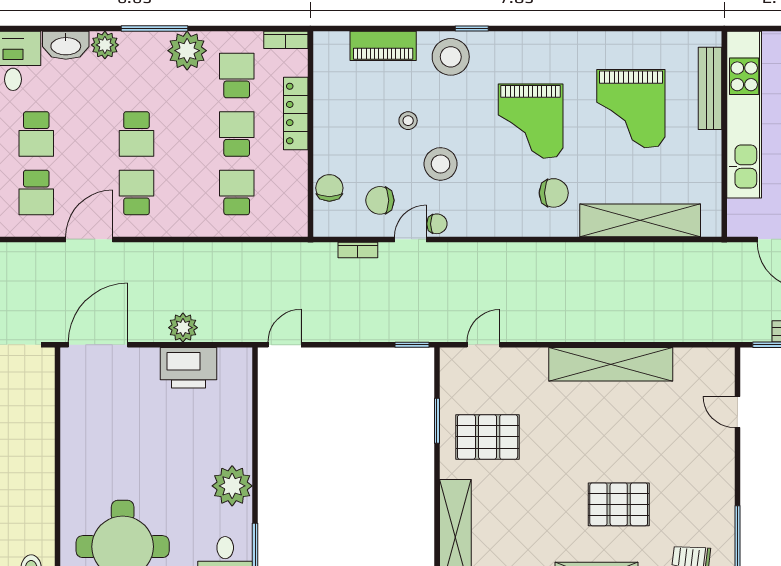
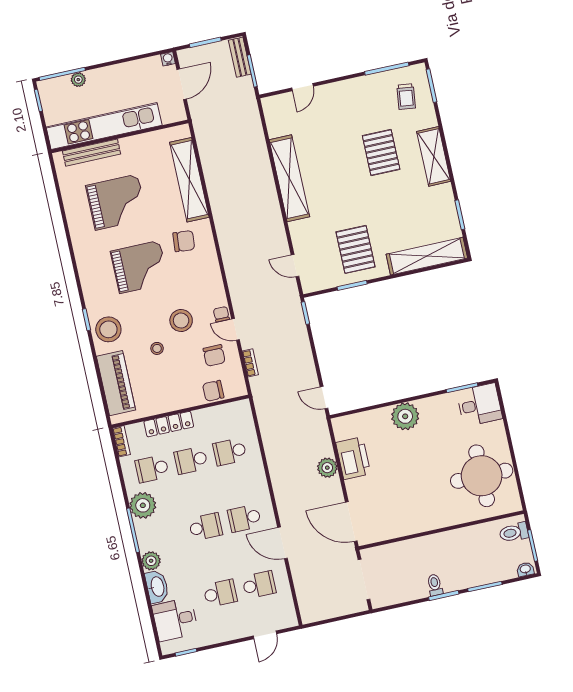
piano: (383, 46) -> (116, 383), width x1.37, depth x1.33
chair: (554, 193) -> (184, 241), turned 95
plant: (232, 486) -> (405, 416), moved

